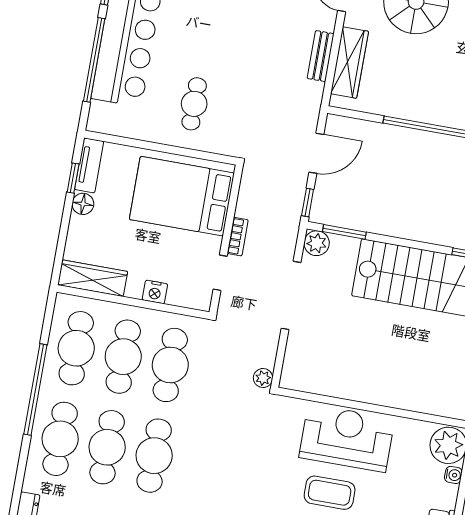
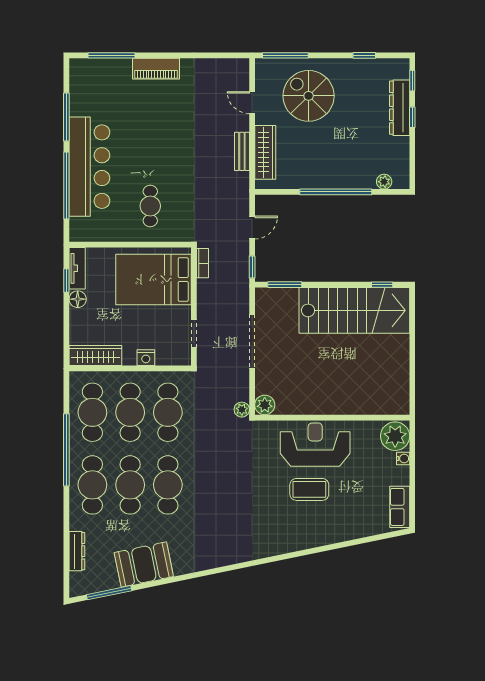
door: (316, 153) -> (252, 227), width x0.73
bookcase: (238, 237) -> (202, 263), moved
plant: (317, 243) -> (265, 405), moved

